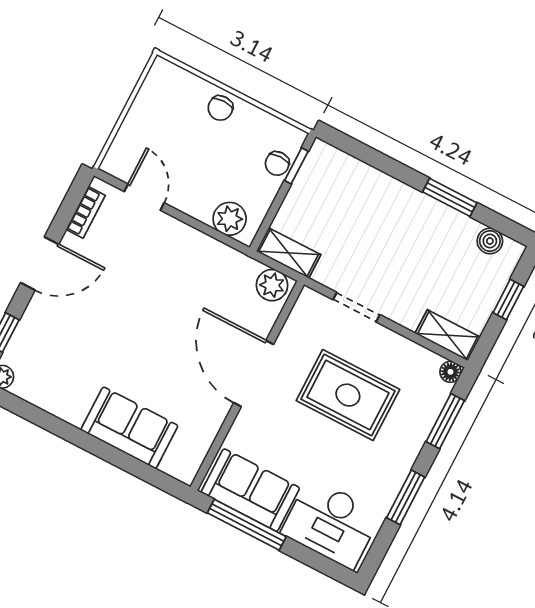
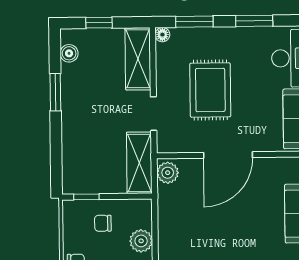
chair: (277, 163) -> (103, 223), moved, turned 180
plant: (230, 219) -> (141, 241), moved
shelving: (289, 253) -> (139, 163), width x1.50, depth x1.33
shelving: (448, 335) -> (138, 59), width x1.50, depth x1.33

